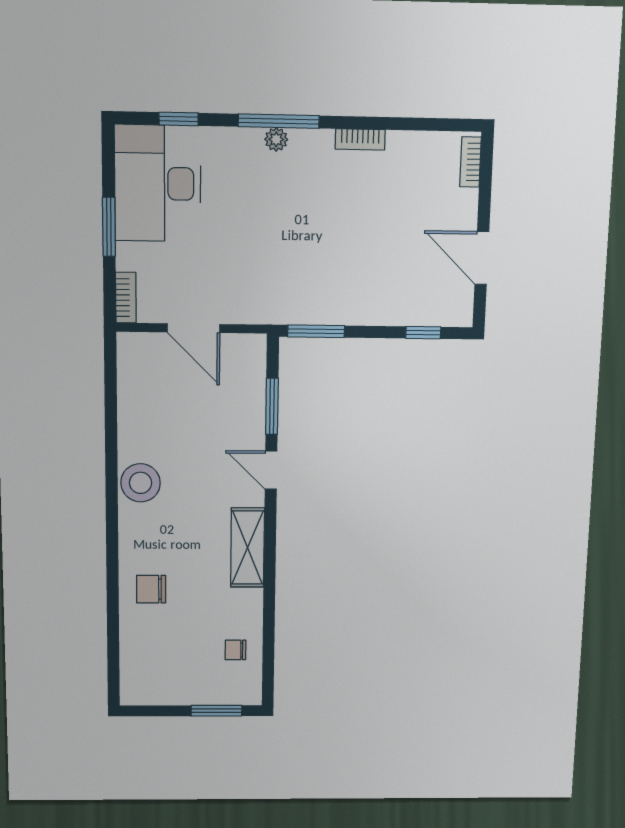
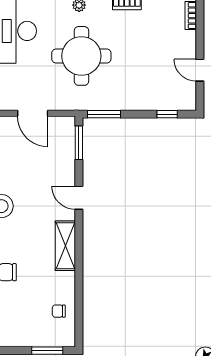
round table: (279, 230) -> (81, 56), added
door: (482, 258) -> (200, 70), width x0.73
window: (272, 406) -> (79, 143), moved

